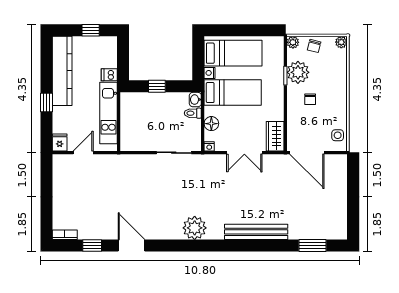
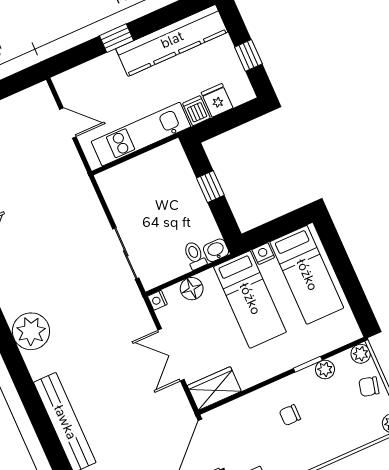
plant: (298, 72) -> (325, 369), width x0.53, depth x0.53
fridge: (60, 143) -> (217, 100), moved, turned -90

